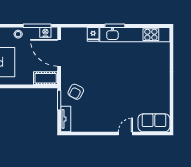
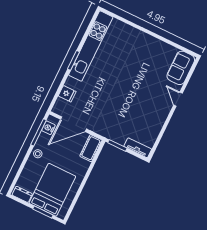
fridge: (93, 34) -> (67, 94), moved
armchair: (76, 92) -> (117, 126), removed

